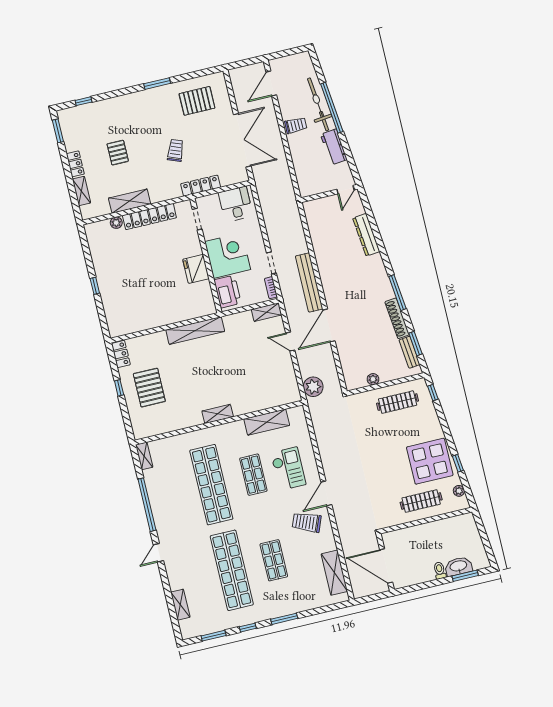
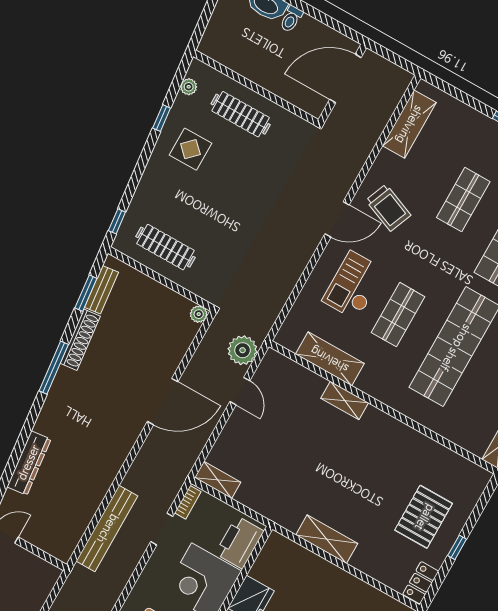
bench: (309, 283) -> (107, 528), moved
shelving: (195, 331) -> (327, 539), width x0.68
door: (290, 342) -> (240, 391), moved
plant: (373, 379) -> (199, 314), moved
shelving: (218, 414) -> (345, 401), moved
display table: (430, 461) -> (190, 149), width x0.54, depth x0.54
door: (386, 566) -> (345, 79), swing flipped

